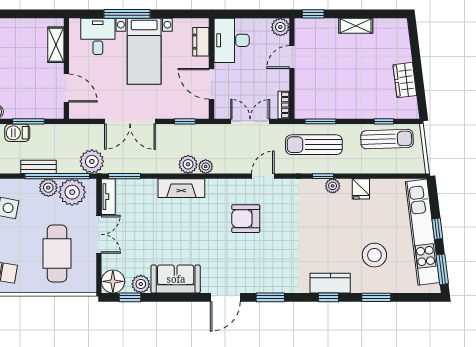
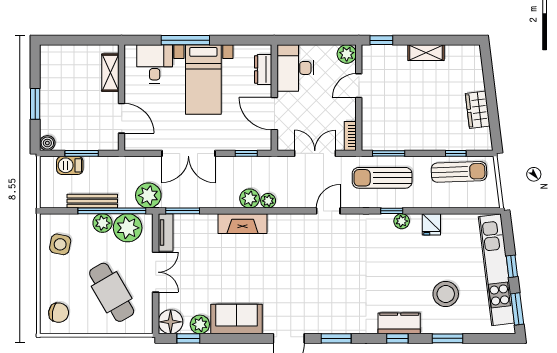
bench: (38, 167) -> (92, 201), width x1.36
armchair: (246, 219) -> (310, 256), removed
cafe table: (57, 253) -> (112, 292), turned -30

